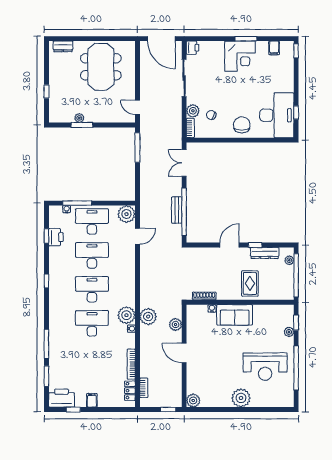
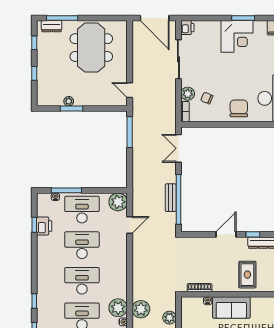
window: (73, 39) -> (62, 18), added
window: (46, 62) -> (34, 43), added
window: (46, 281) -> (34, 301), moved

